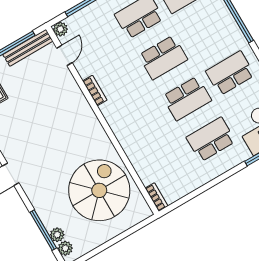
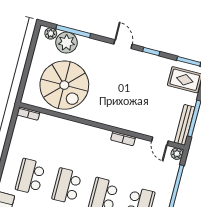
school desk: (211, 139) -> (30, 176), turned 180
plant: (57, 235) -> (66, 43), width x1.88, depth x1.88

